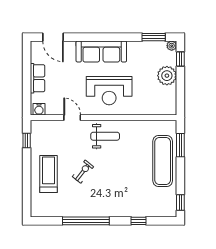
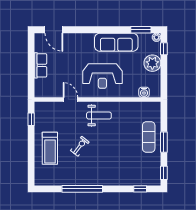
sofa: (101, 51) -> (116, 42), moved
water cooler: (39, 109) -> (144, 92), moved
window: (180, 145) -> (164, 142), moved
exercise mat: (163, 161) -> (149, 137), width x0.73, depth x0.69
treadmill: (48, 174) -> (50, 148), turned 180
window: (139, 221) -> (140, 189), moved

